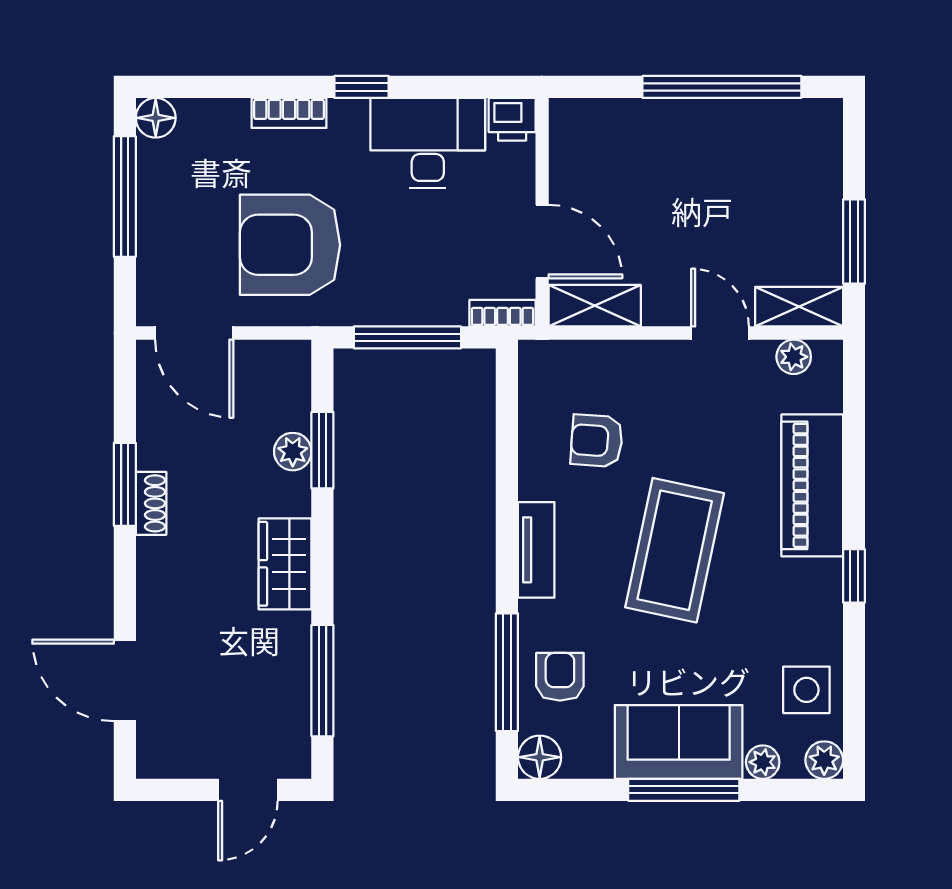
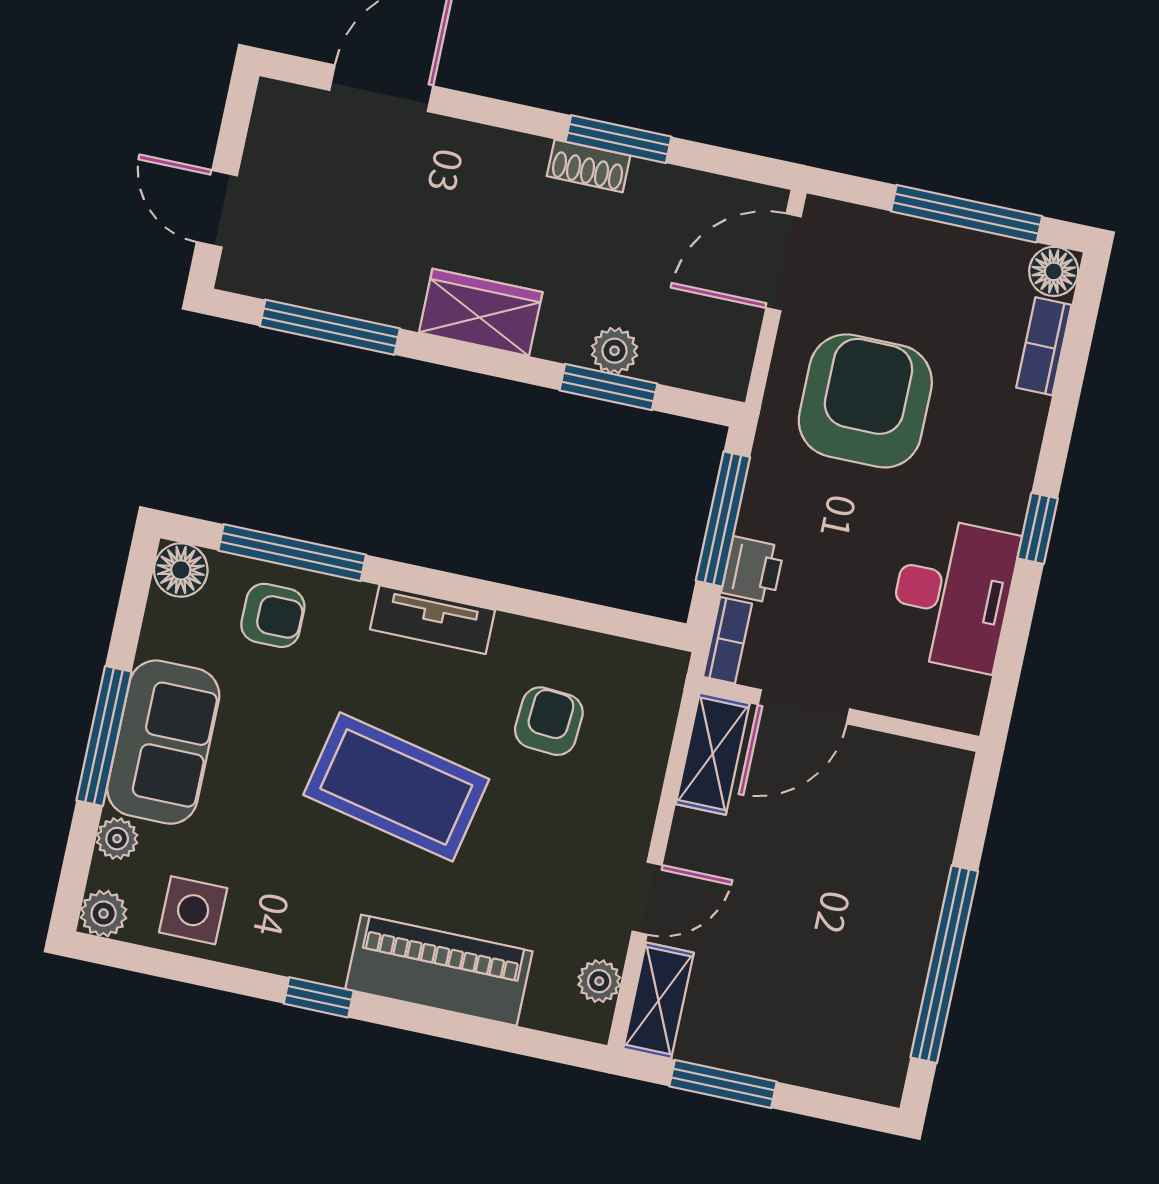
bookcase: (289, 113) -> (1044, 346), moved
printer: (512, 119) -> (753, 570), moved, turned 180

